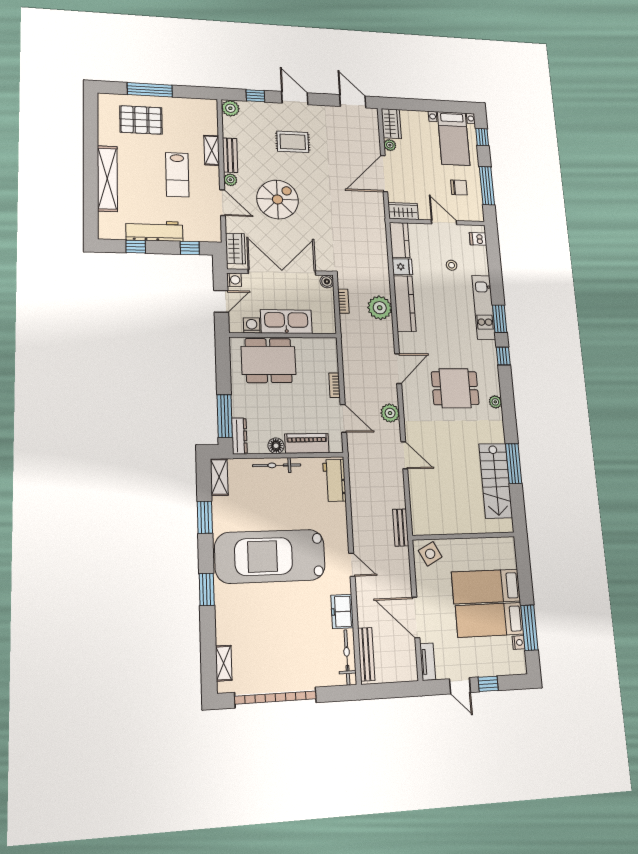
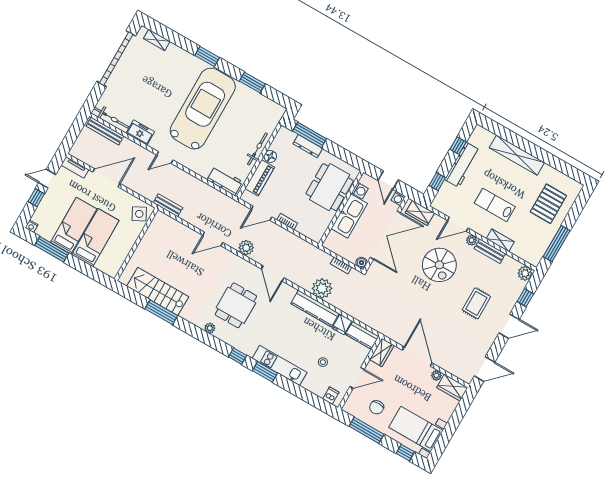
window: (150, 90) -> (557, 244), moved
dresser: (239, 436) -> (308, 146), moved
shelving: (219, 477) -> (272, 107), removed
nightstand: (519, 642) -> (31, 226), moved

